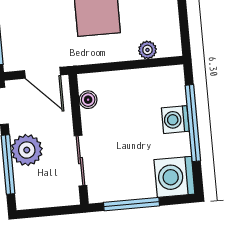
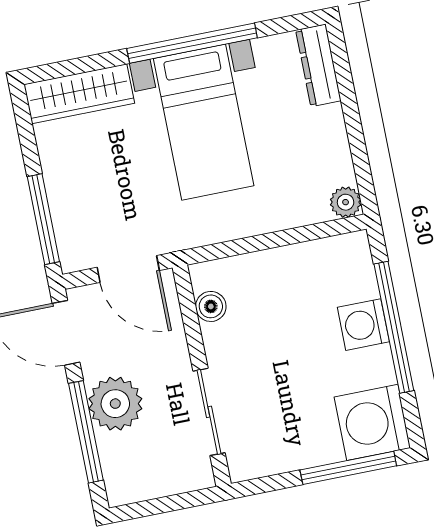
plant: (147, 50) -> (346, 202), moved
window: (131, 204) -> (348, 468), moved

